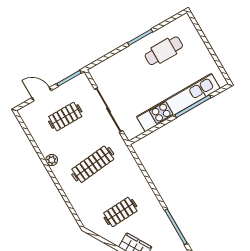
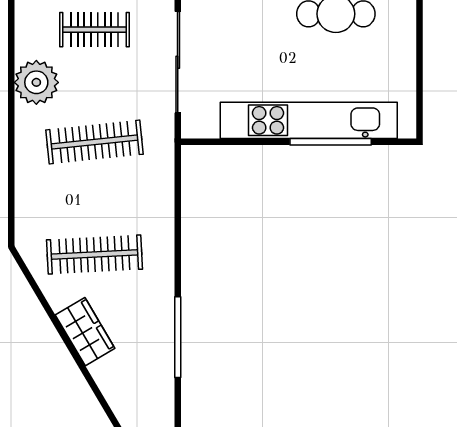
plant: (52, 160) -> (36, 82), width x1.88, depth x1.88
clothes rail: (120, 212) -> (94, 255), width x1.36

